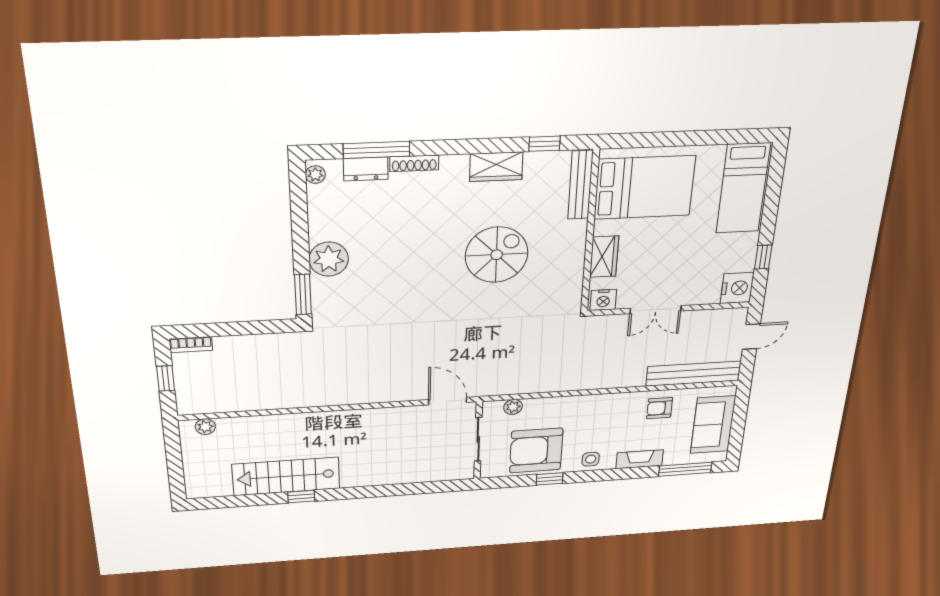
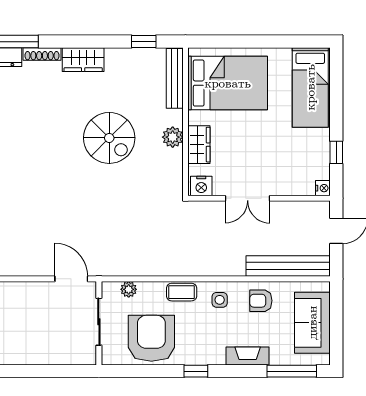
wardrobe: (496, 167) -> (83, 60), moved
plant: (573, 250) -> (173, 137), added
spiral stairs: (497, 255) -> (109, 138), turned 90
nightstand: (737, 288) -> (323, 188), width x0.53, depth x0.56
coffee table: (573, 406) -> (182, 292), added
armchair: (536, 451) -> (151, 338), turned 90
side table: (591, 459) -> (220, 300), moved
window: (550, 479) -> (196, 371), moved

